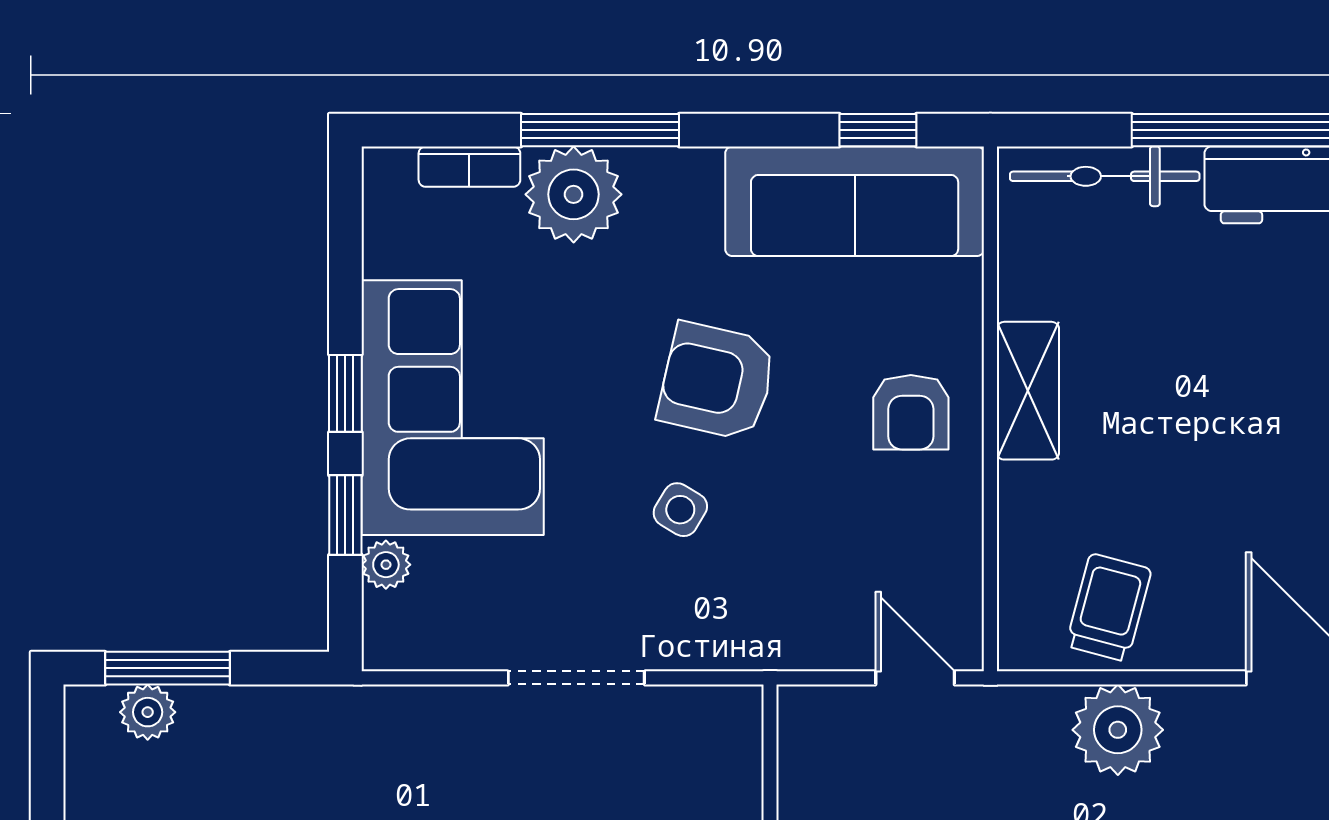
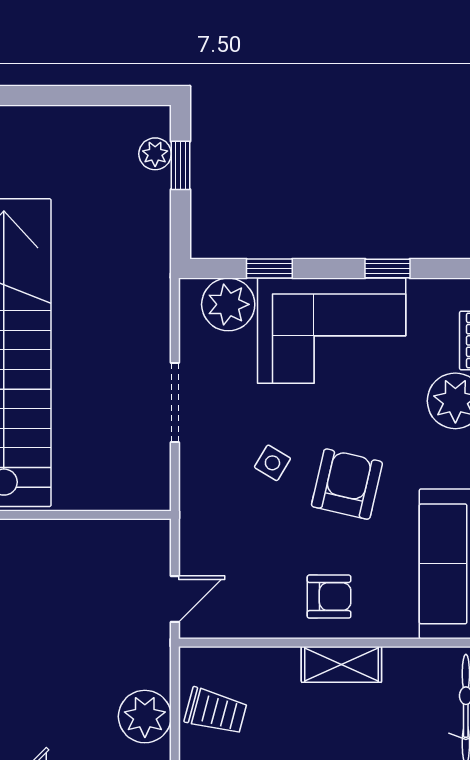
window: (345, 393) -> (388, 269), moved
armchair: (911, 412) -> (329, 597), turned 180
plant: (386, 565) -> (228, 304), width x1.87, depth x1.87
window: (167, 668) -> (181, 165), width x0.67

